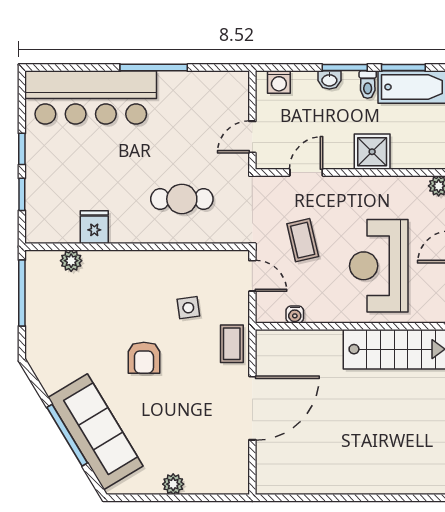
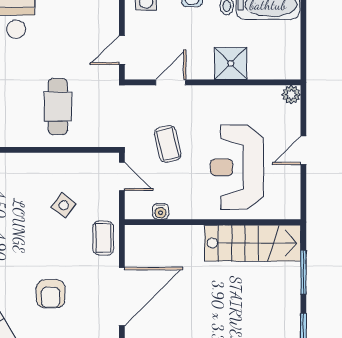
cafe table: (182, 199) -> (58, 106), turned 90
side table: (188, 308) -> (64, 205), turned 45
armchair: (144, 358) -> (51, 294), moved

